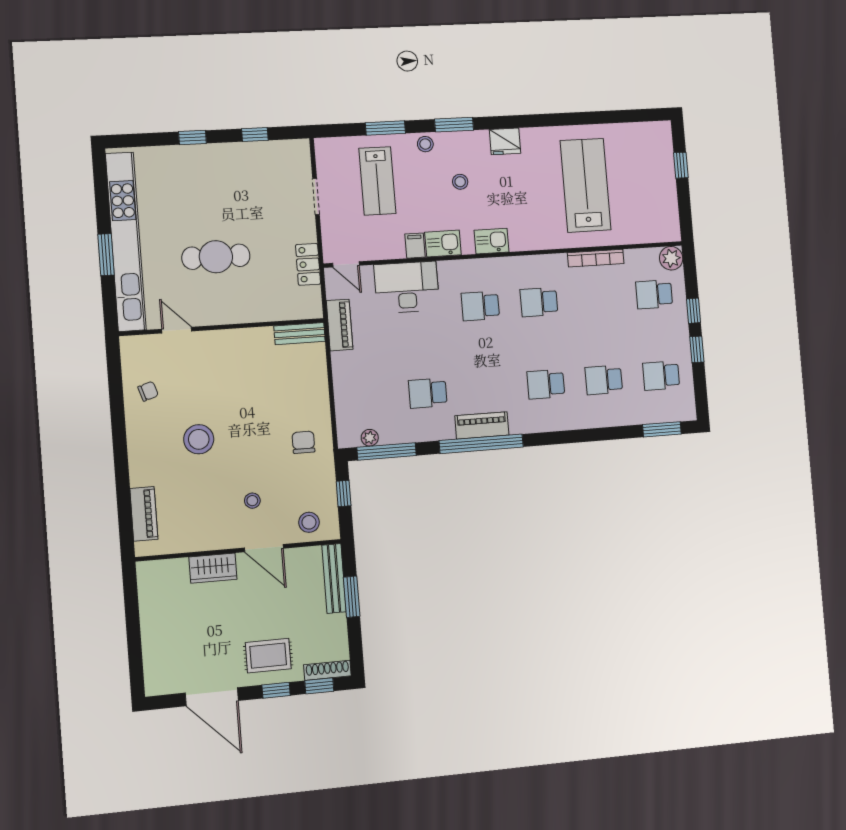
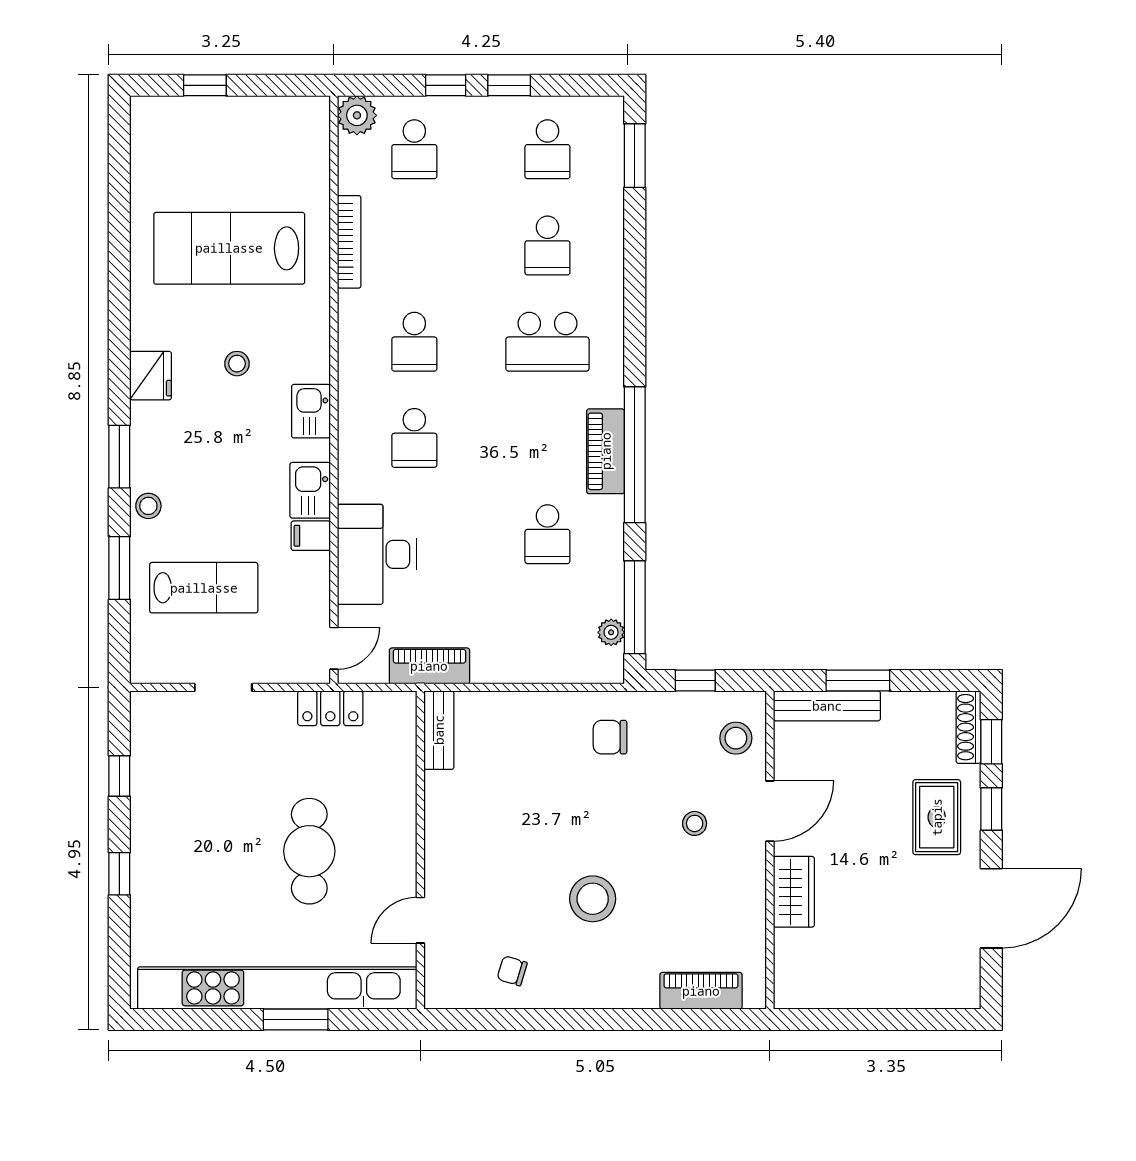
stool: (460, 182) -> (237, 364), moved
school desk: (546, 384) -> (547, 342), width x1.85
chair: (148, 391) -> (512, 971), turned -55

